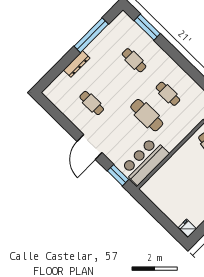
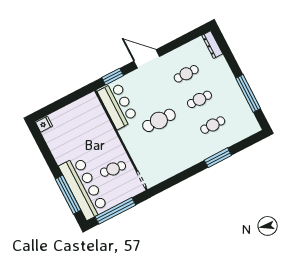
window: (147, 27) -> (218, 158), moved
dresser: (77, 64) -> (212, 45), moved
cafe table: (168, 94) -> (199, 99), moved

